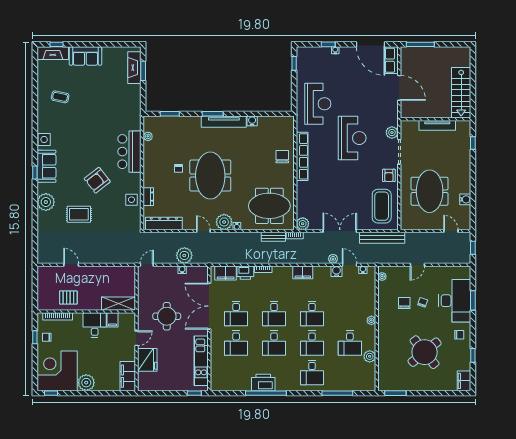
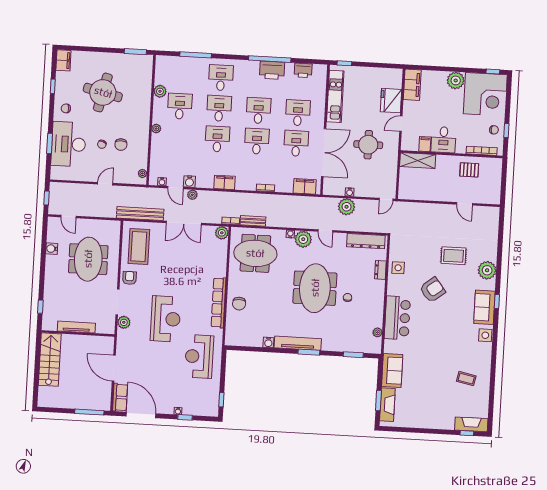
sofa: (85, 56) -> (392, 370), moved, turned 90
reception desk: (352, 138) -> (166, 319), turned 180
printer: (245, 273) -> (303, 70), moved, turned 180
round table: (425, 352) -> (103, 92), turned -38

